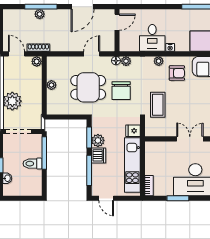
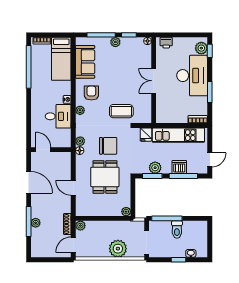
door: (92, 54) -> (73, 188), moved
plant: (51, 85) -> (126, 212), moved
dishwasher: (99, 155) -> (179, 167), moved

